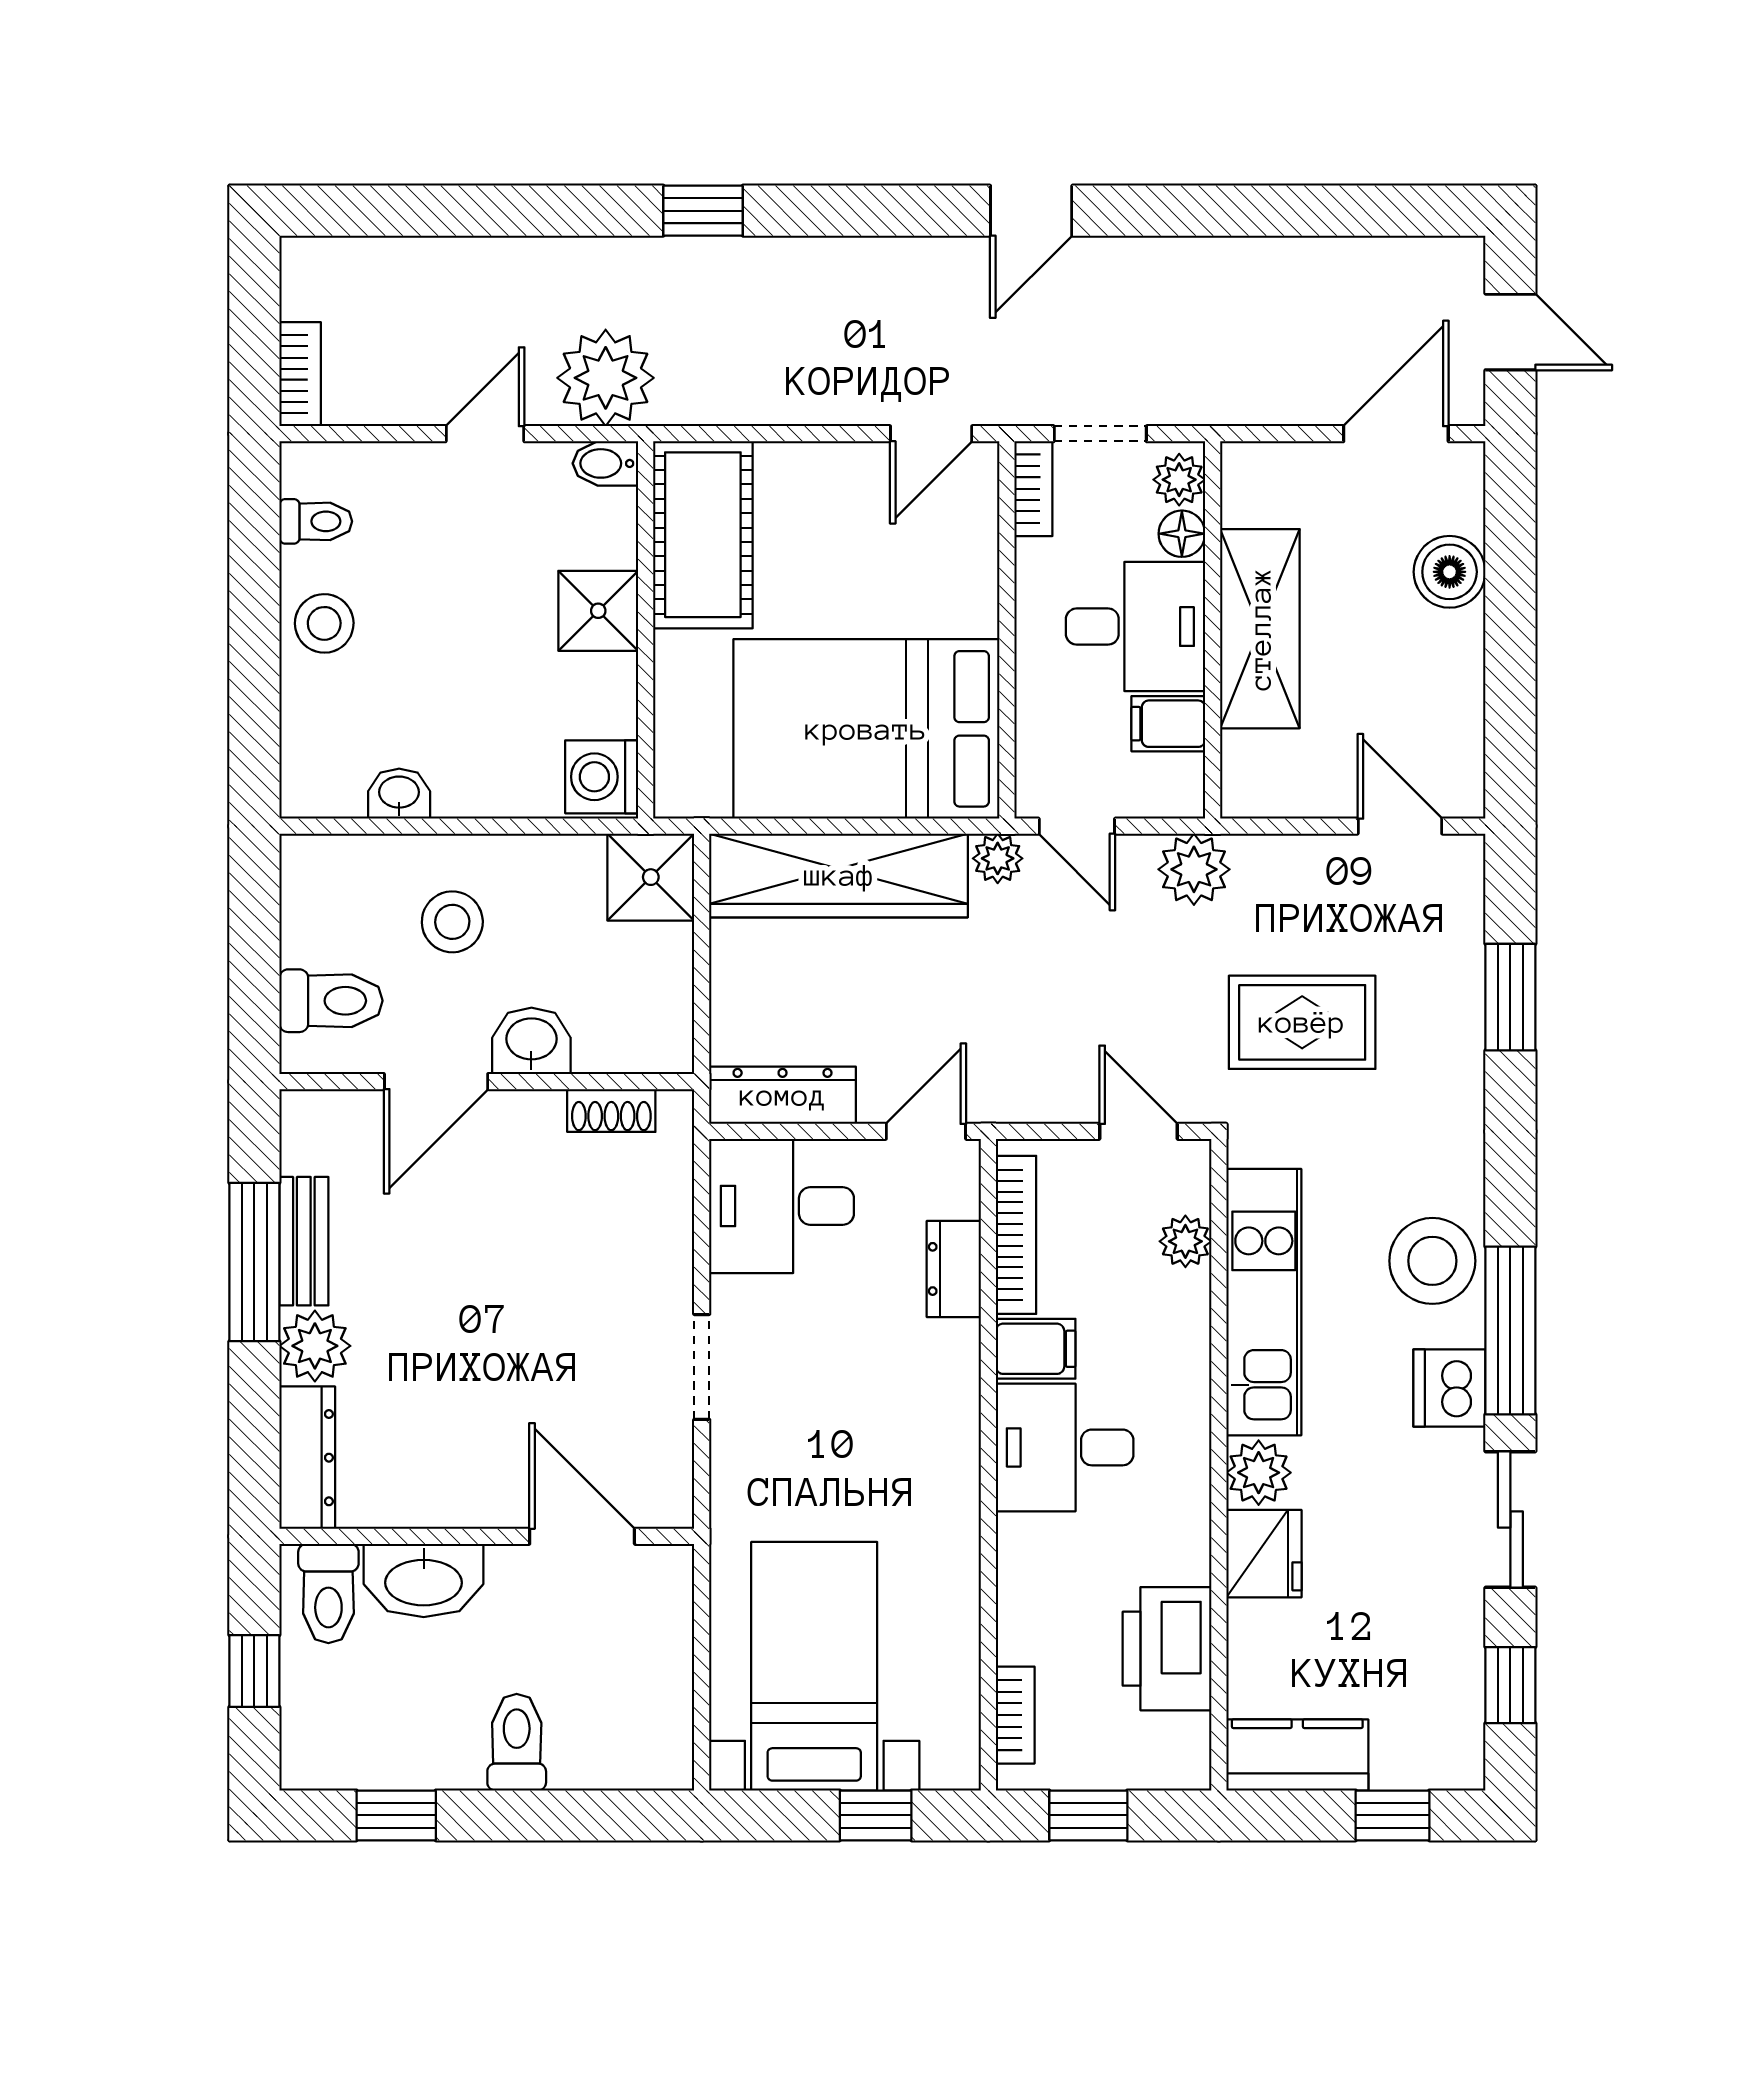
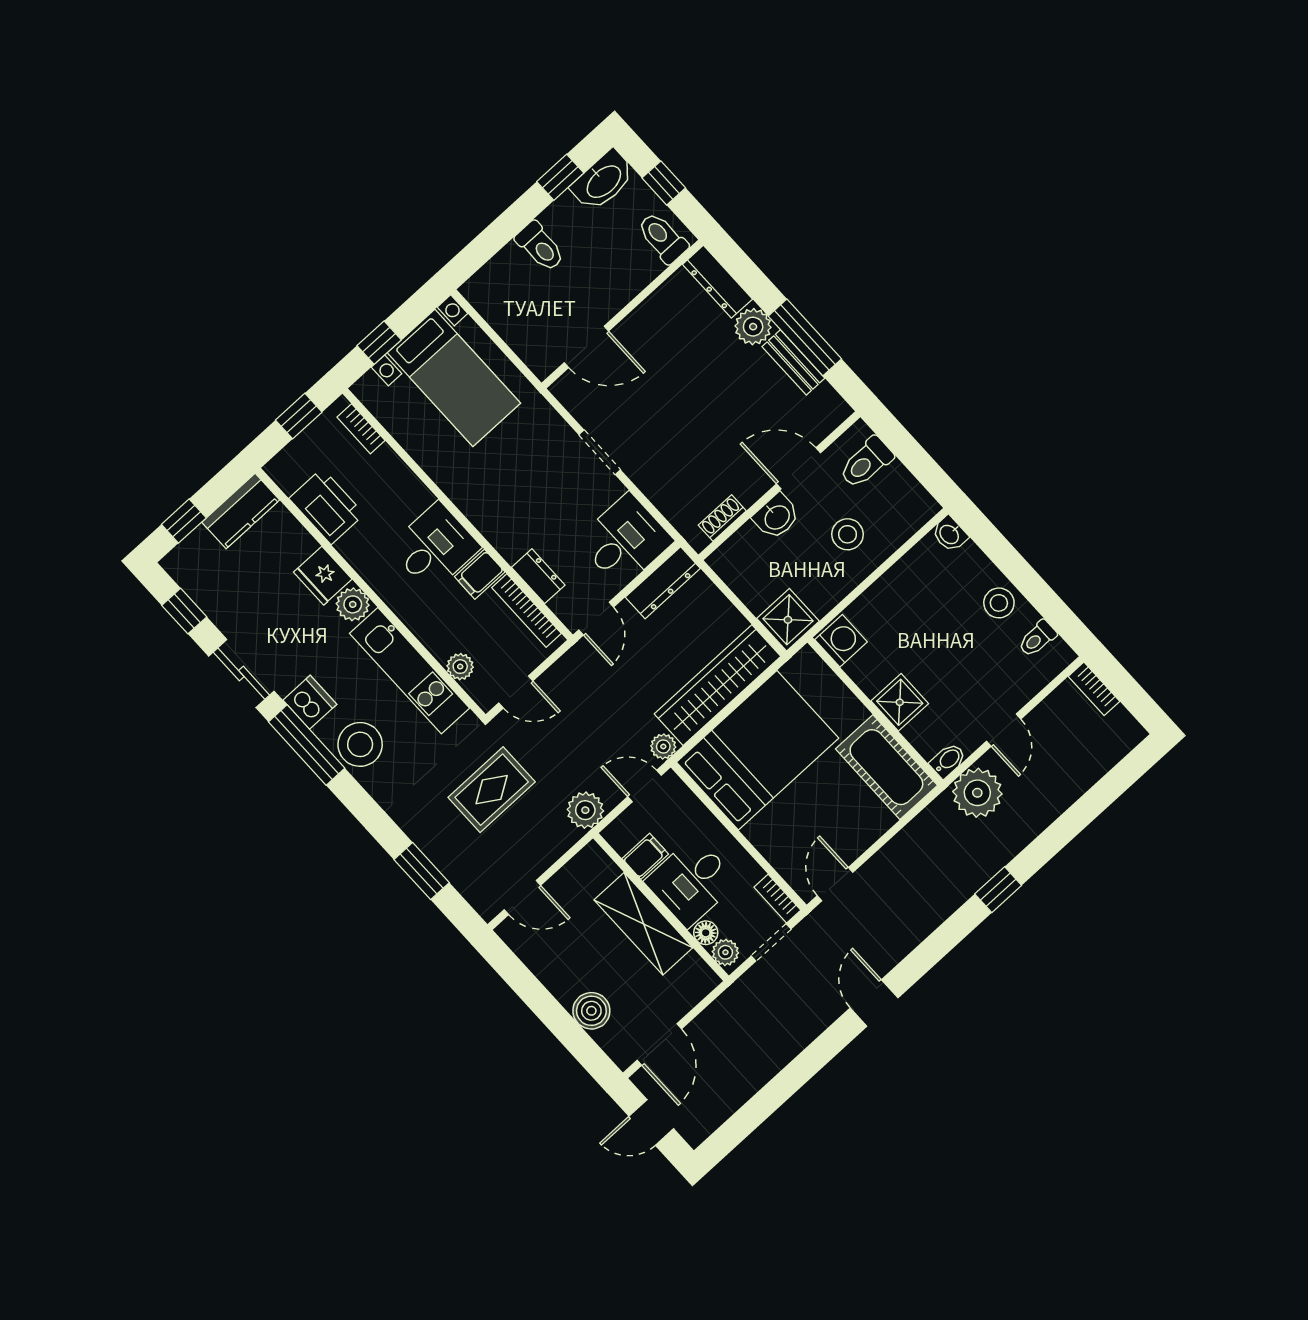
washbasin: (399, 794) -> (950, 534), moved, turned 90
door: (436, 1082) -> (799, 468), hinge flipped
washbasin: (424, 1580) -> (603, 181), moved, turned 180

